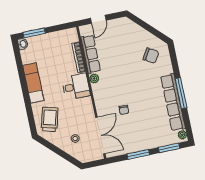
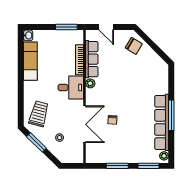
door: (98, 19) -> (106, 27), hinge flipped
window: (34, 33) -> (66, 27), moved
chair: (151, 56) -> (134, 46), moved
exam couch: (33, 83) -> (30, 61), moved
double door: (100, 135) -> (84, 124), moved
window: (53, 148) -> (36, 142), added

